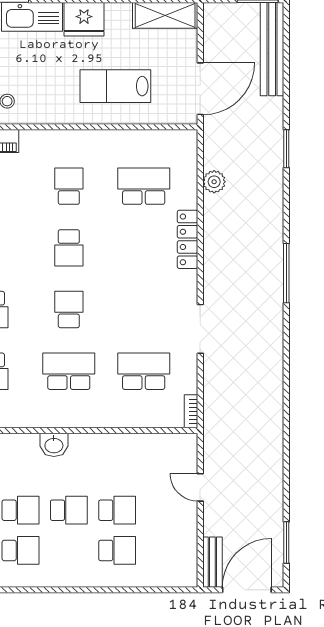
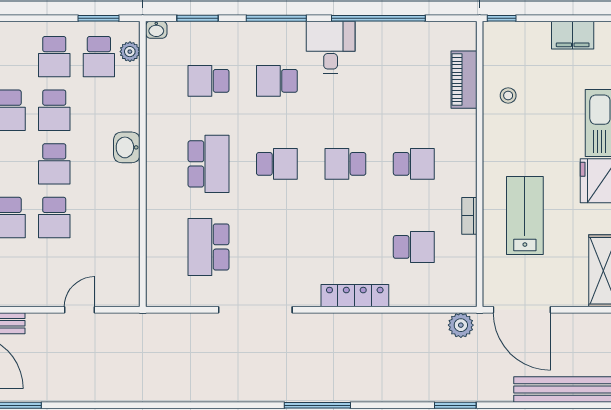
plant: (214, 182) -> (461, 325), moved
school desk: (144, 186) -> (414, 247), width x0.54
doorway: (200, 329) -> (255, 310), width x1.36
school desk: (144, 371) -> (208, 247), turned 180
bookcase: (191, 411) -> (469, 216), moved, turned -90

